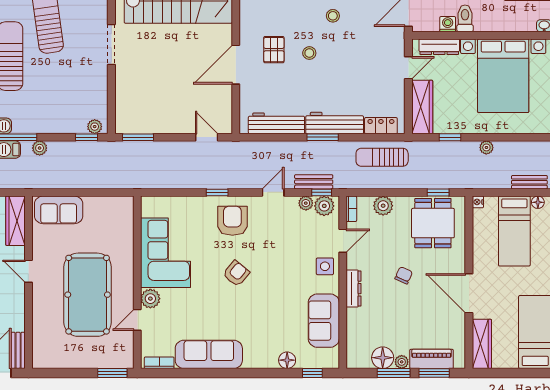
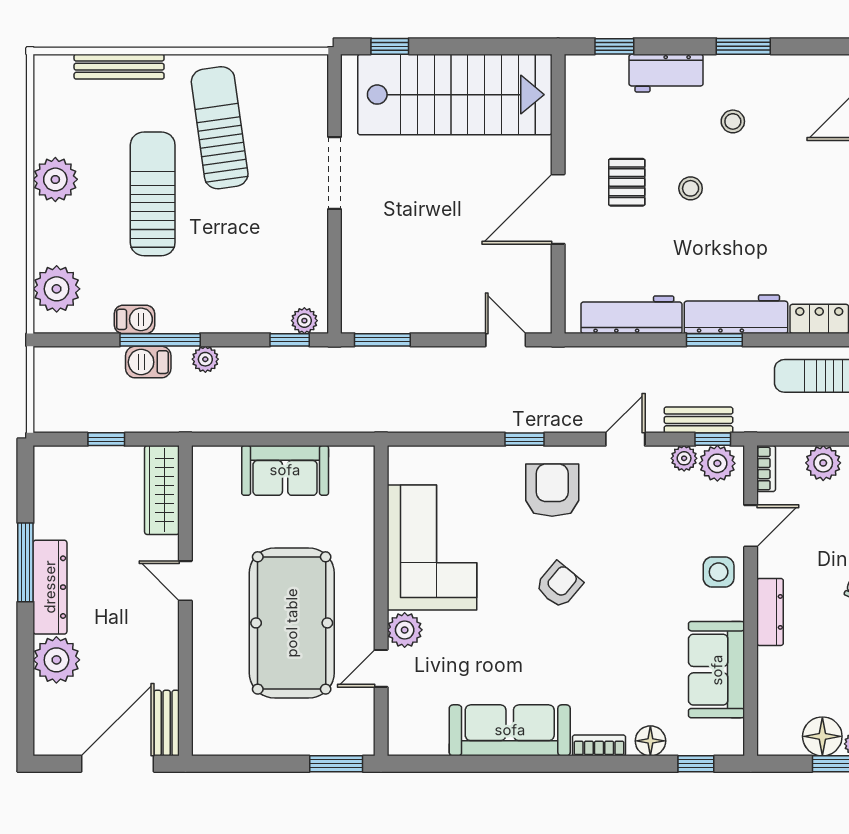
sofa: (59, 210) -> (285, 470), moved
bookcase: (159, 363) -> (599, 745), moved

